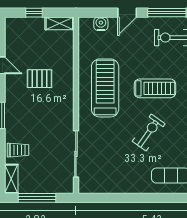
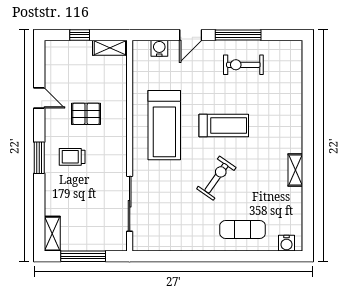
treadmill: (105, 88) -> (164, 125), turned 180
trolley: (18, 150) -> (72, 157), moved, turned 180

